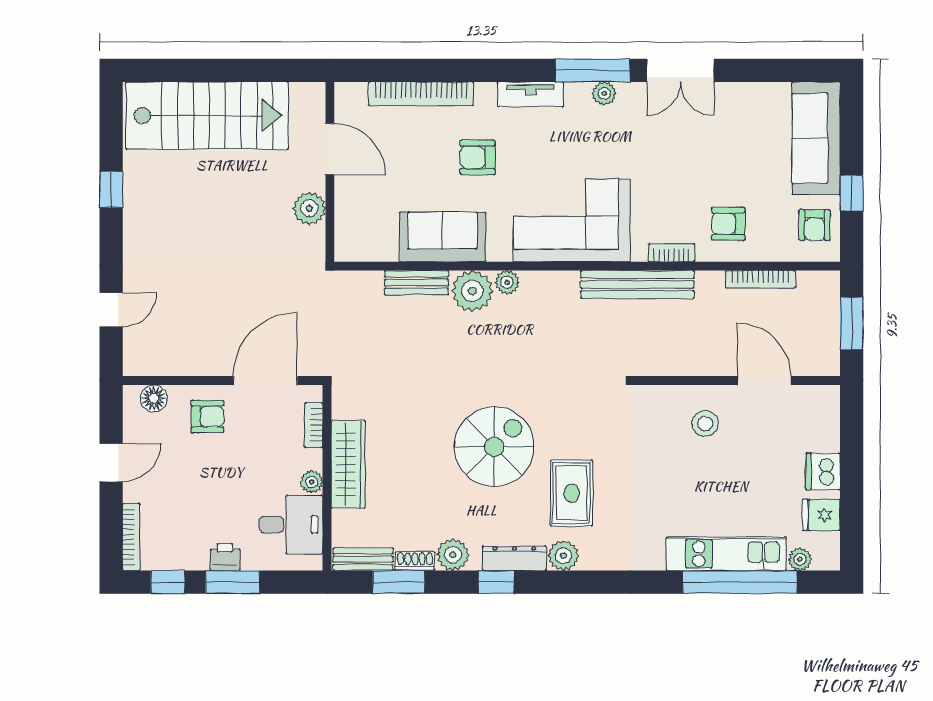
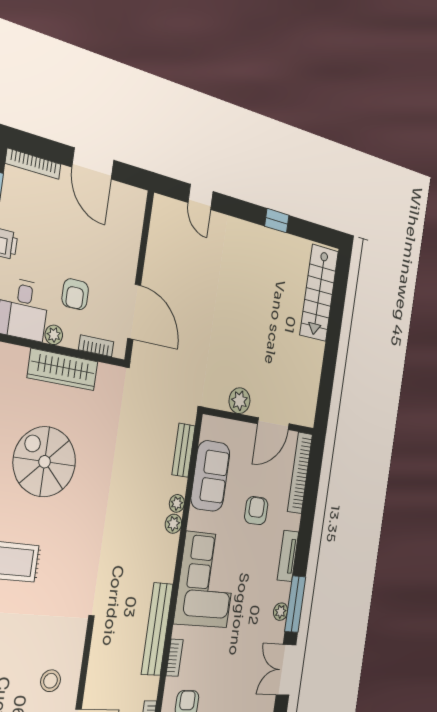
stairs: (207, 116) -> (319, 293), width x0.73, depth x0.66
door: (330, 149) -> (273, 424), moved
wall: (330, 172) -> (260, 421), moved
plant: (309, 208) -> (239, 401), moved
plant: (472, 291) -> (177, 503), width x0.53, depth x0.53
floor lamp: (154, 398) -> (135, 214), removed
armchair: (207, 417) -> (75, 294), moved
spiral stairs: (494, 447) -> (45, 462), moved, turned 180
door: (111, 463) -> (93, 164), width x1.38

